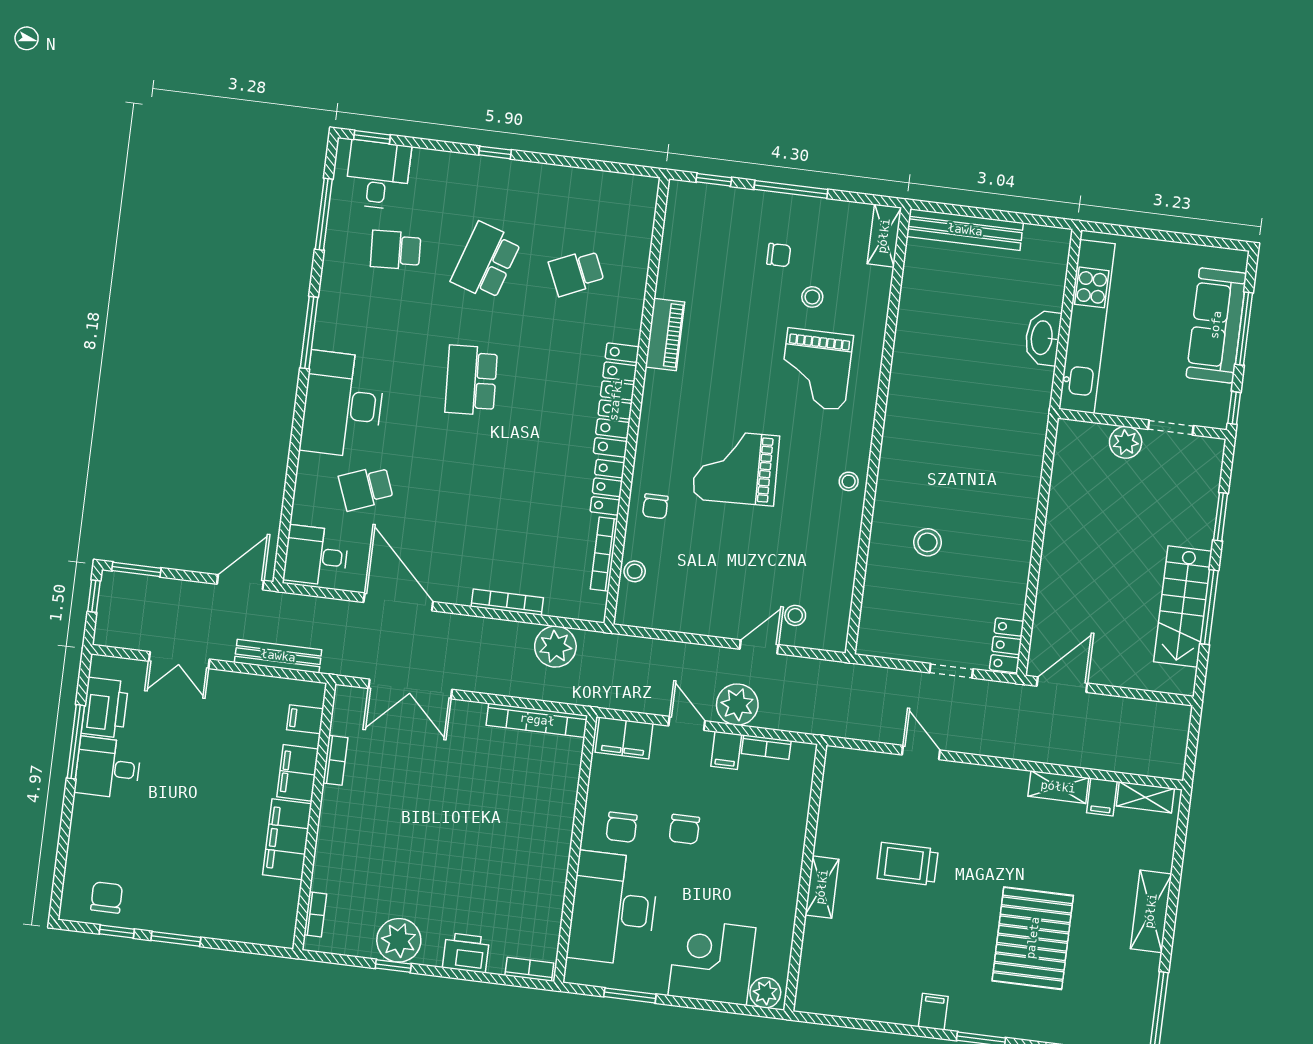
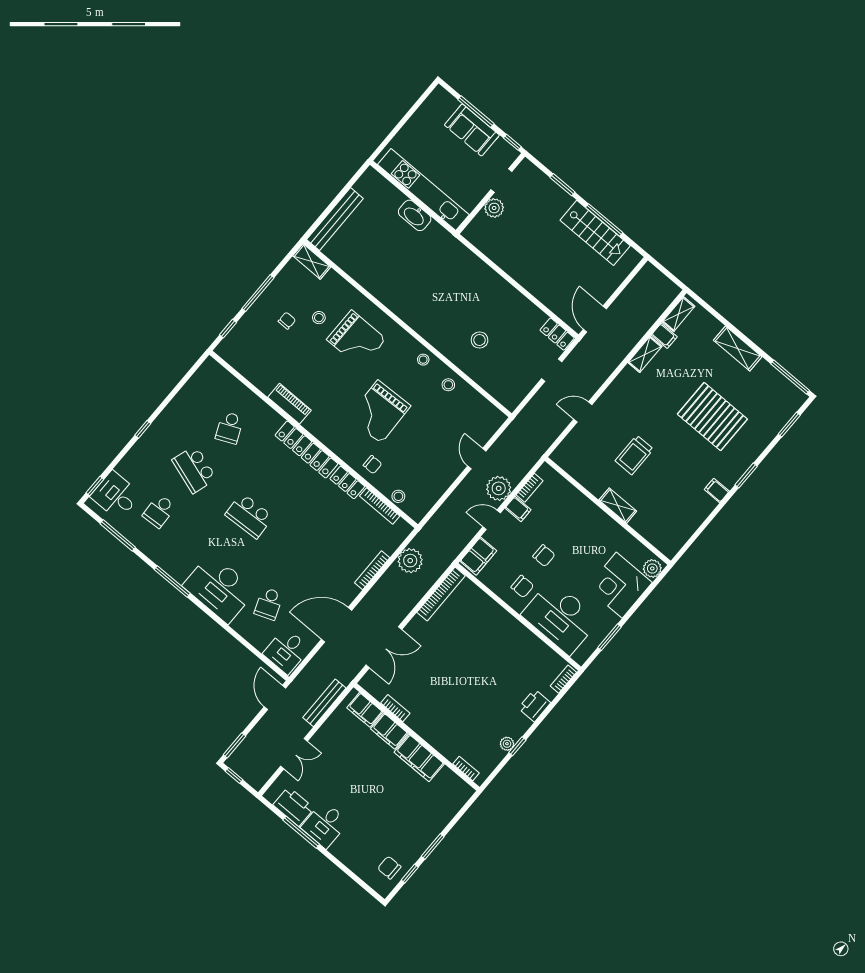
sofa: (1216, 325) -> (472, 130), width x0.73
stool: (795, 615) -> (448, 385), moved
filing cabinet: (305, 719) -> (365, 710), width x2.00
plant: (399, 940) -> (507, 744), width x0.53, depth x0.53

